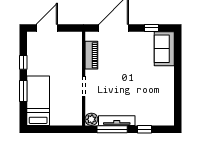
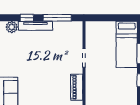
plant: (91, 119) -> (12, 27), moved
tv unit: (117, 121) -> (35, 26), moved

